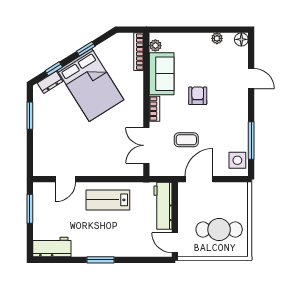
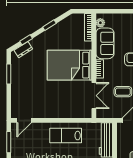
bed: (90, 85) -> (70, 65), moved, turned 122
double door: (146, 145) -> (94, 96), swing flipped
door: (66, 179) -> (24, 120), moved

